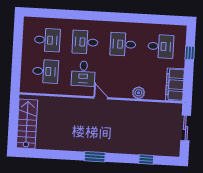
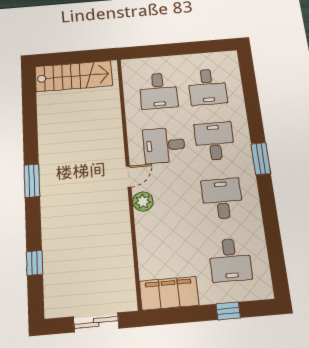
window: (101, 16) -> (261, 159), added
plant: (138, 93) -> (143, 201), moved

